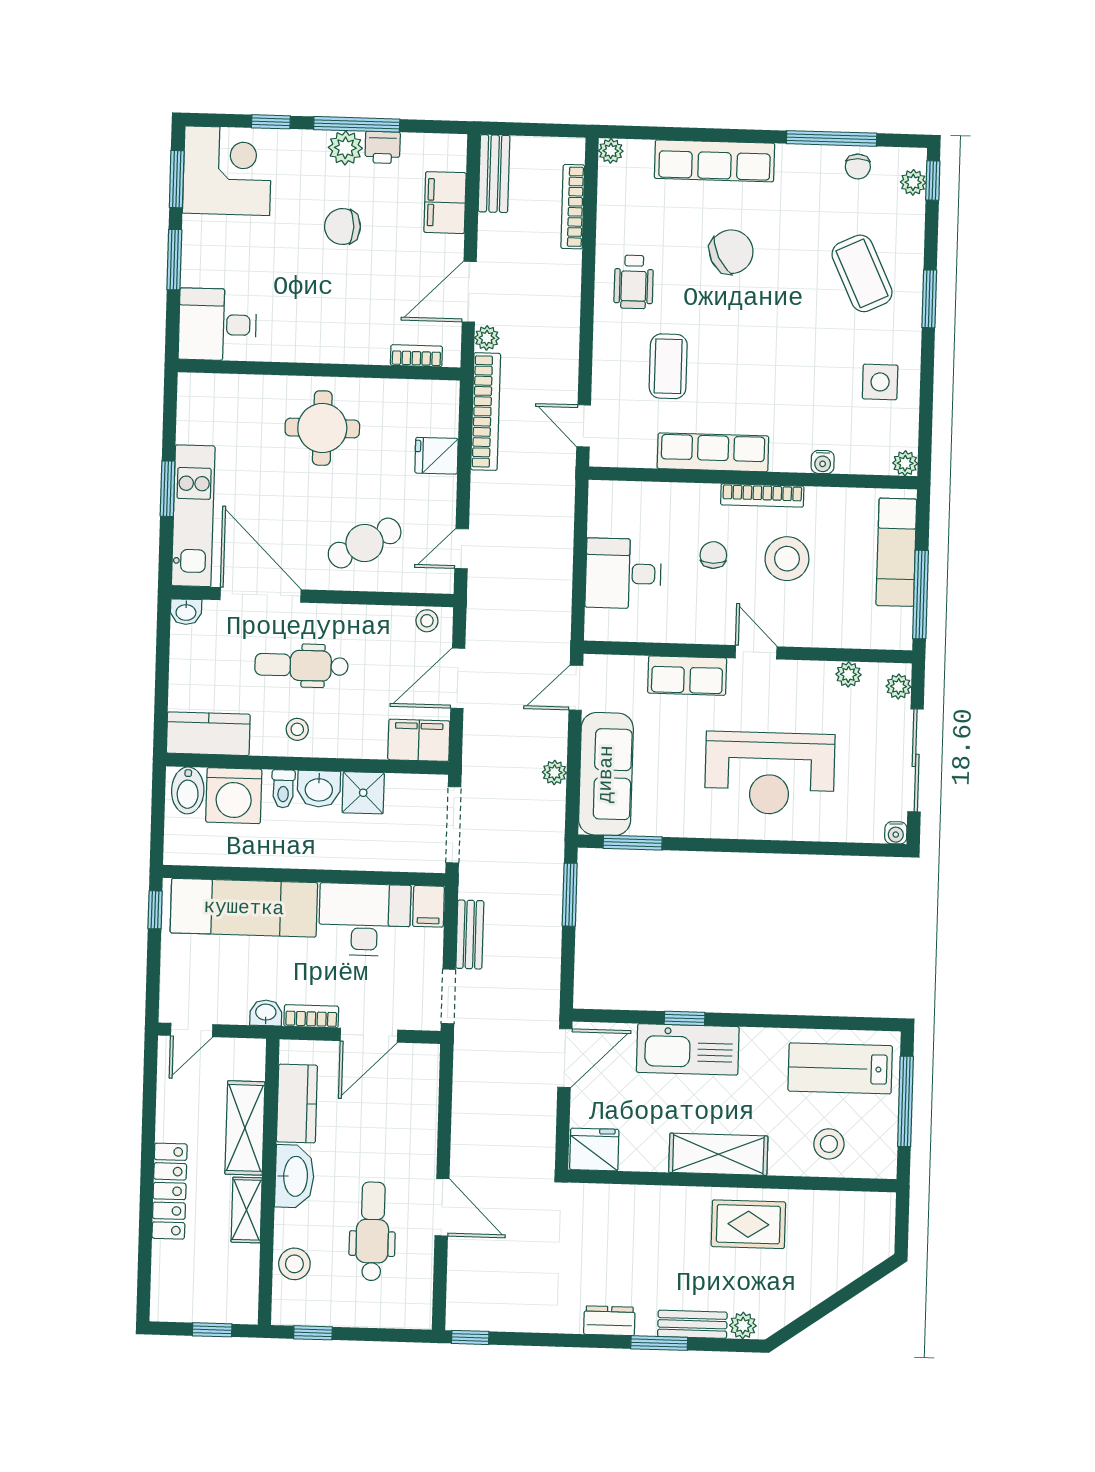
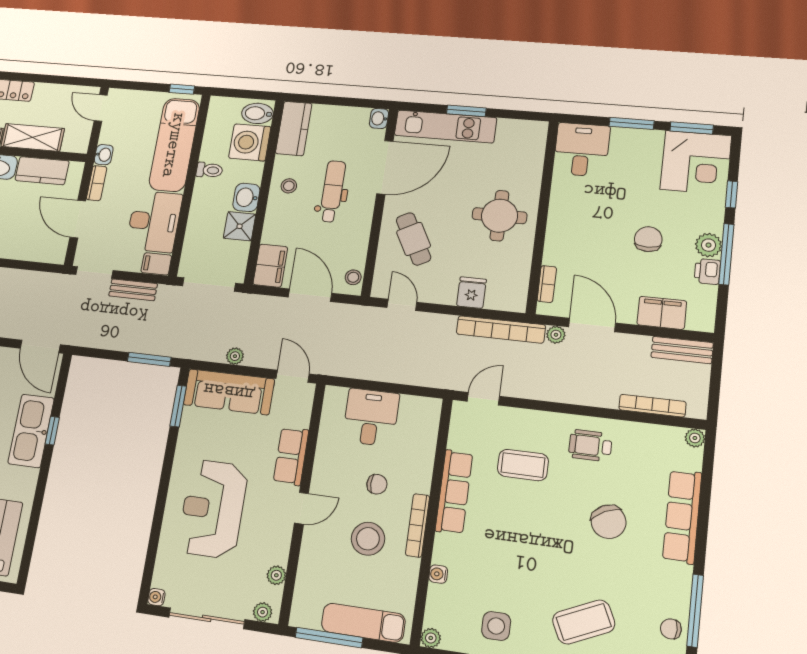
toilet: (283, 789) -> (209, 170), moved, turned 180

